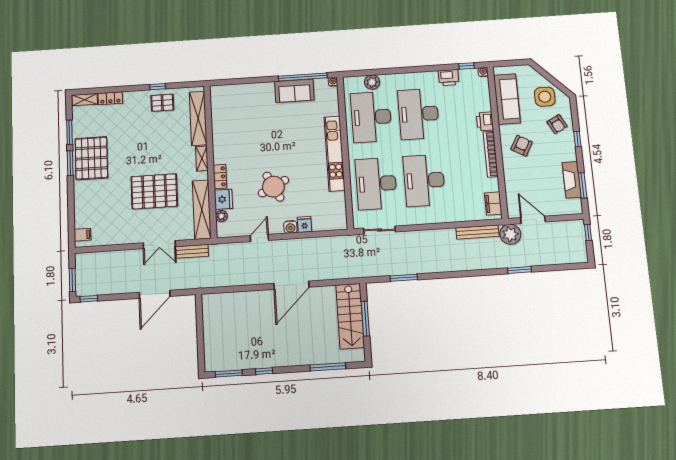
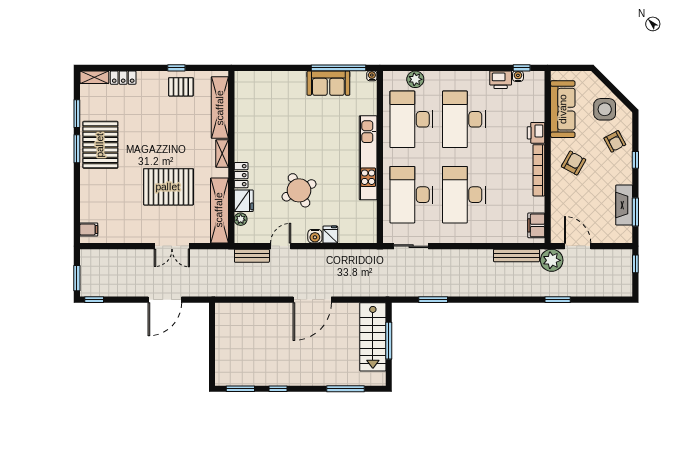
water cooler: (483, 72) -> (518, 76), moved
bench: (192, 251) -> (252, 256), moved

